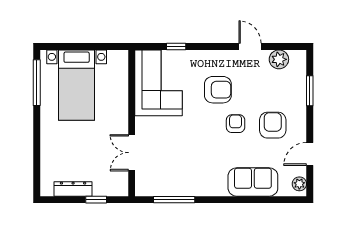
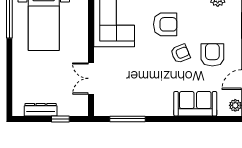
armchair: (236, 124) -> (180, 54), turned 68

